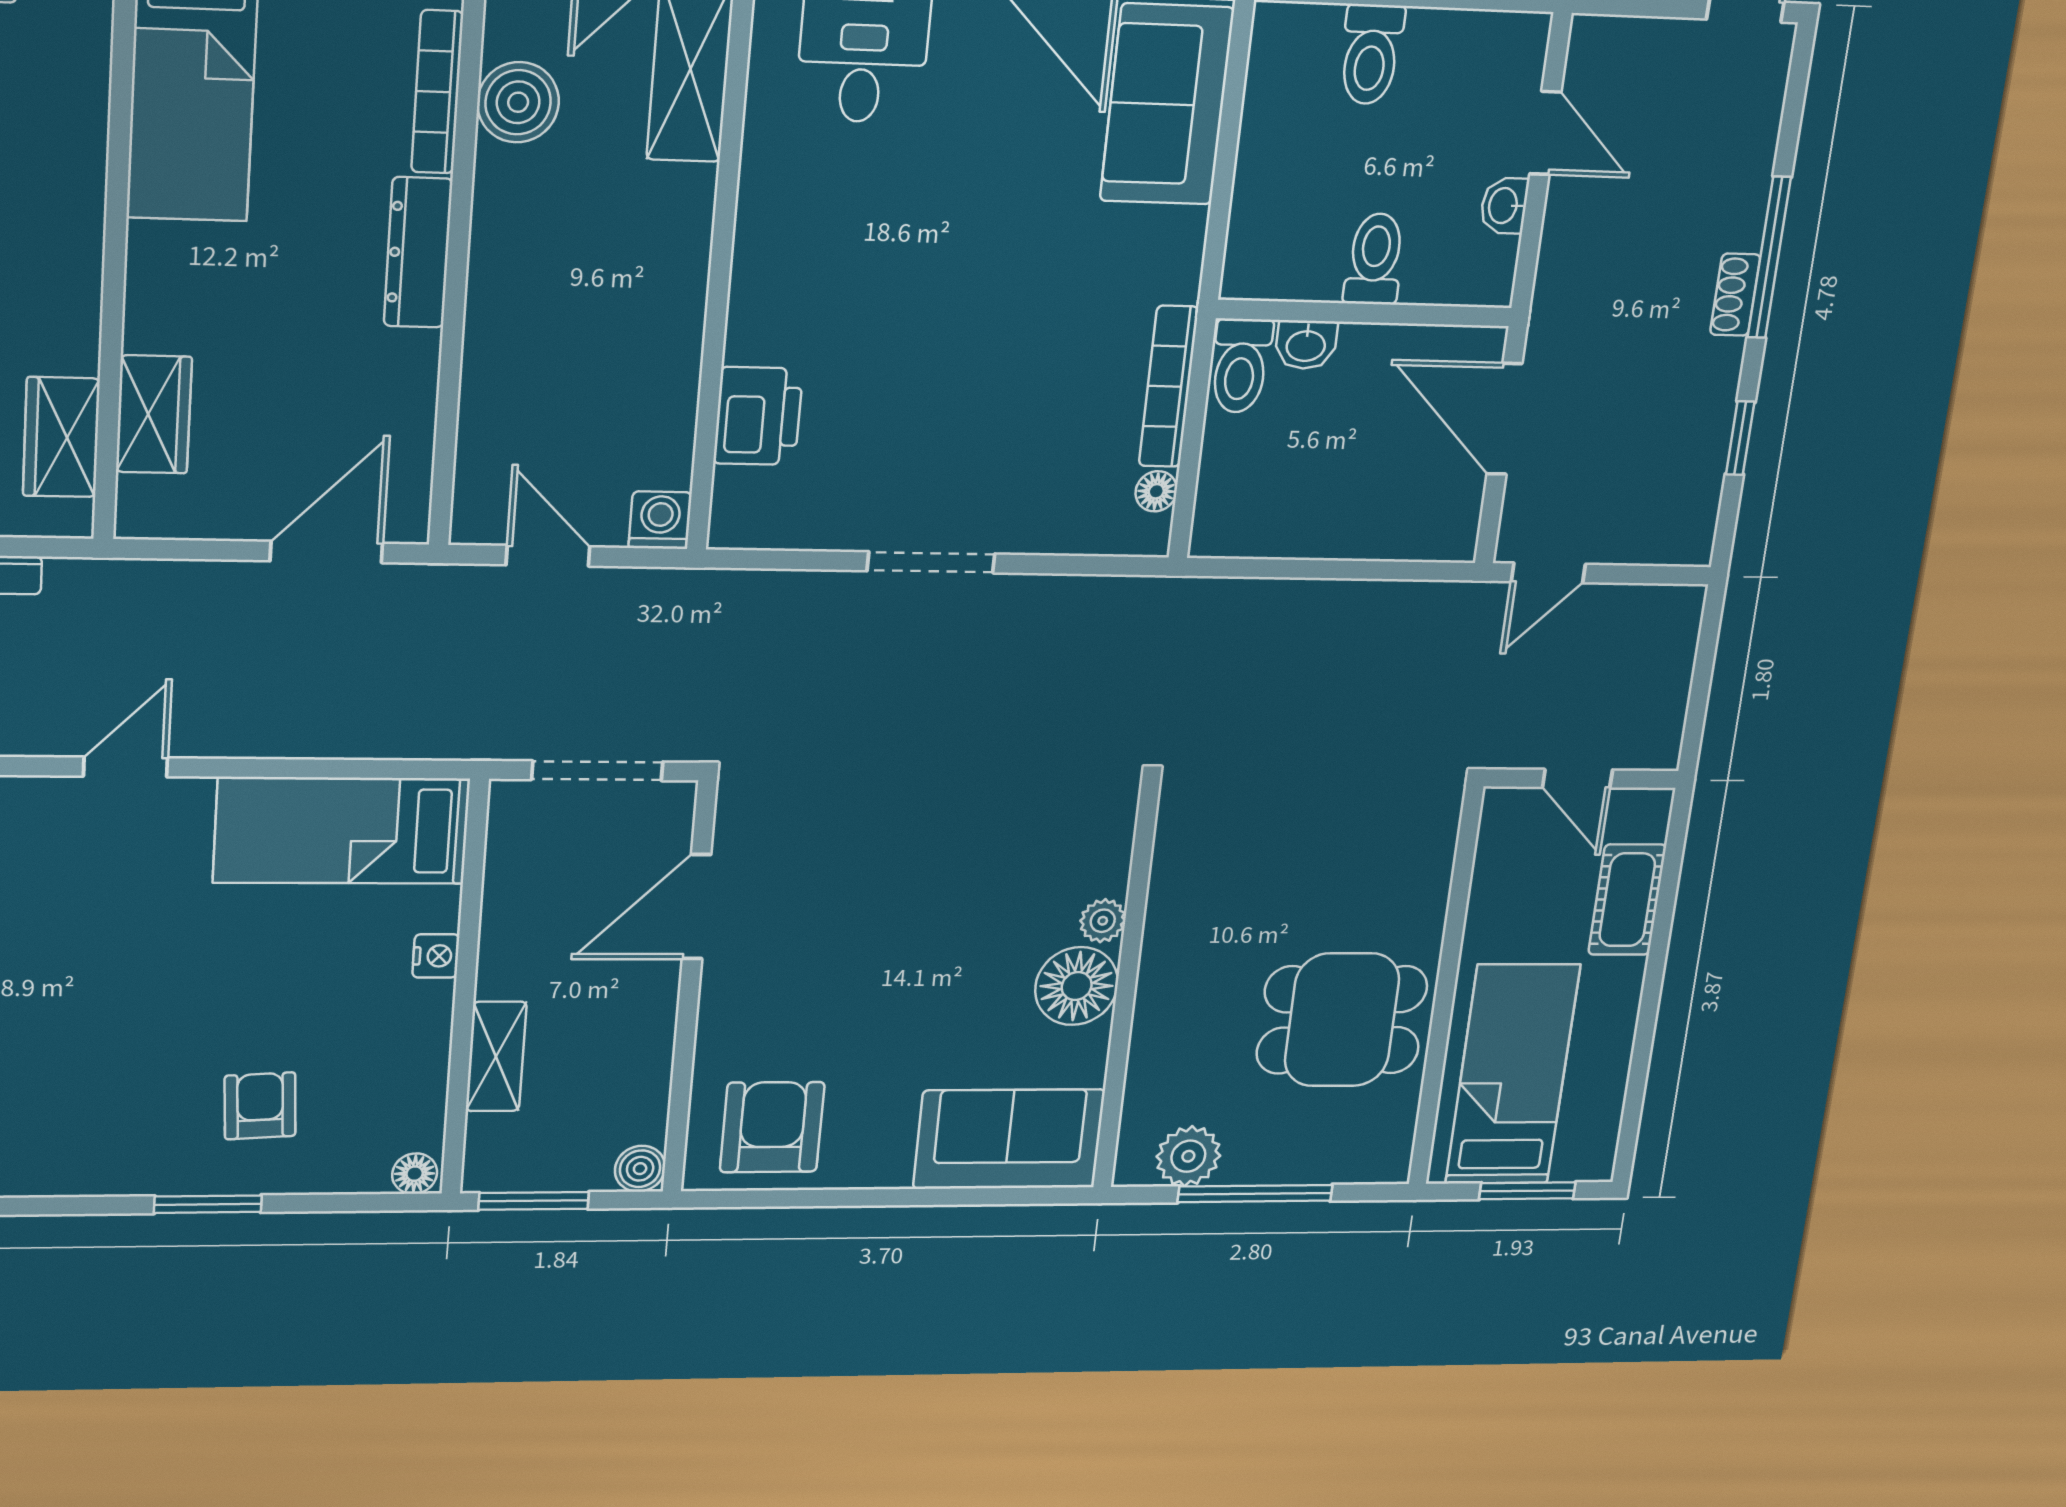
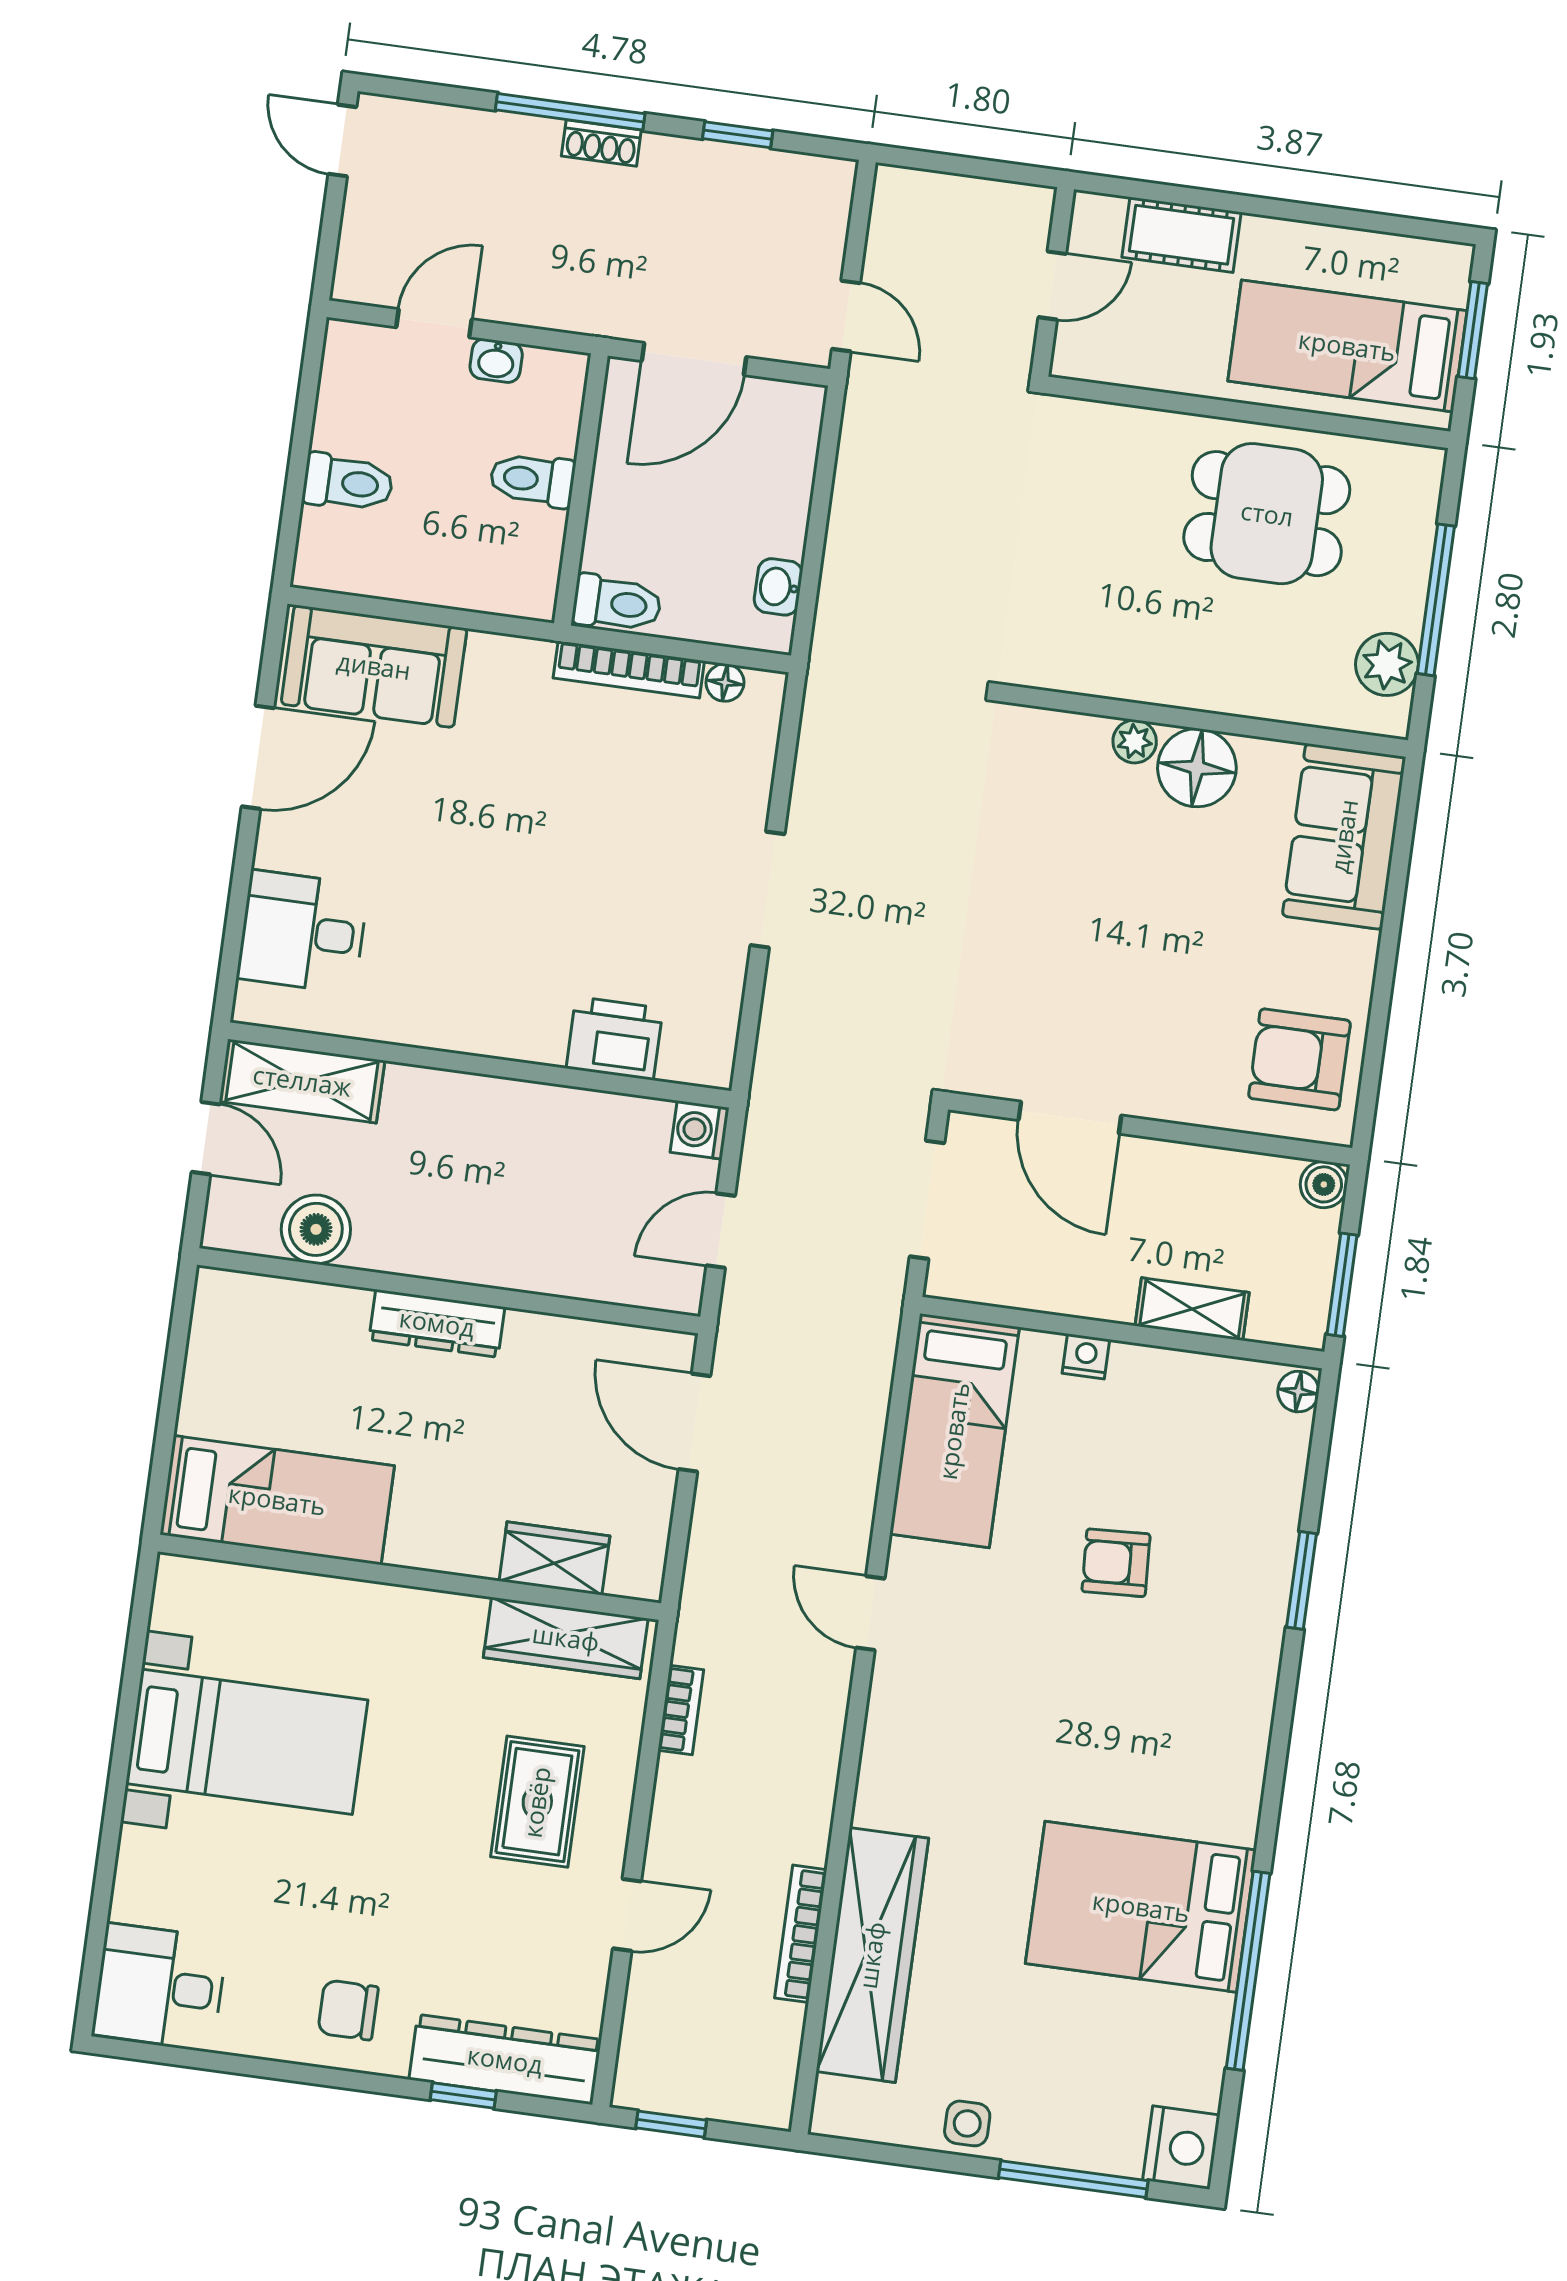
bookcase: (437, 92) -> (300, 1297), removed
washbasin: (1306, 345) -> (778, 587), moved, turned 180
wardrobe: (61, 437) -> (566, 1638), width x1.50
dining table: (1342, 1020) -> (1267, 514), turned 90
armchair: (260, 1106) -> (1116, 1563), moved

